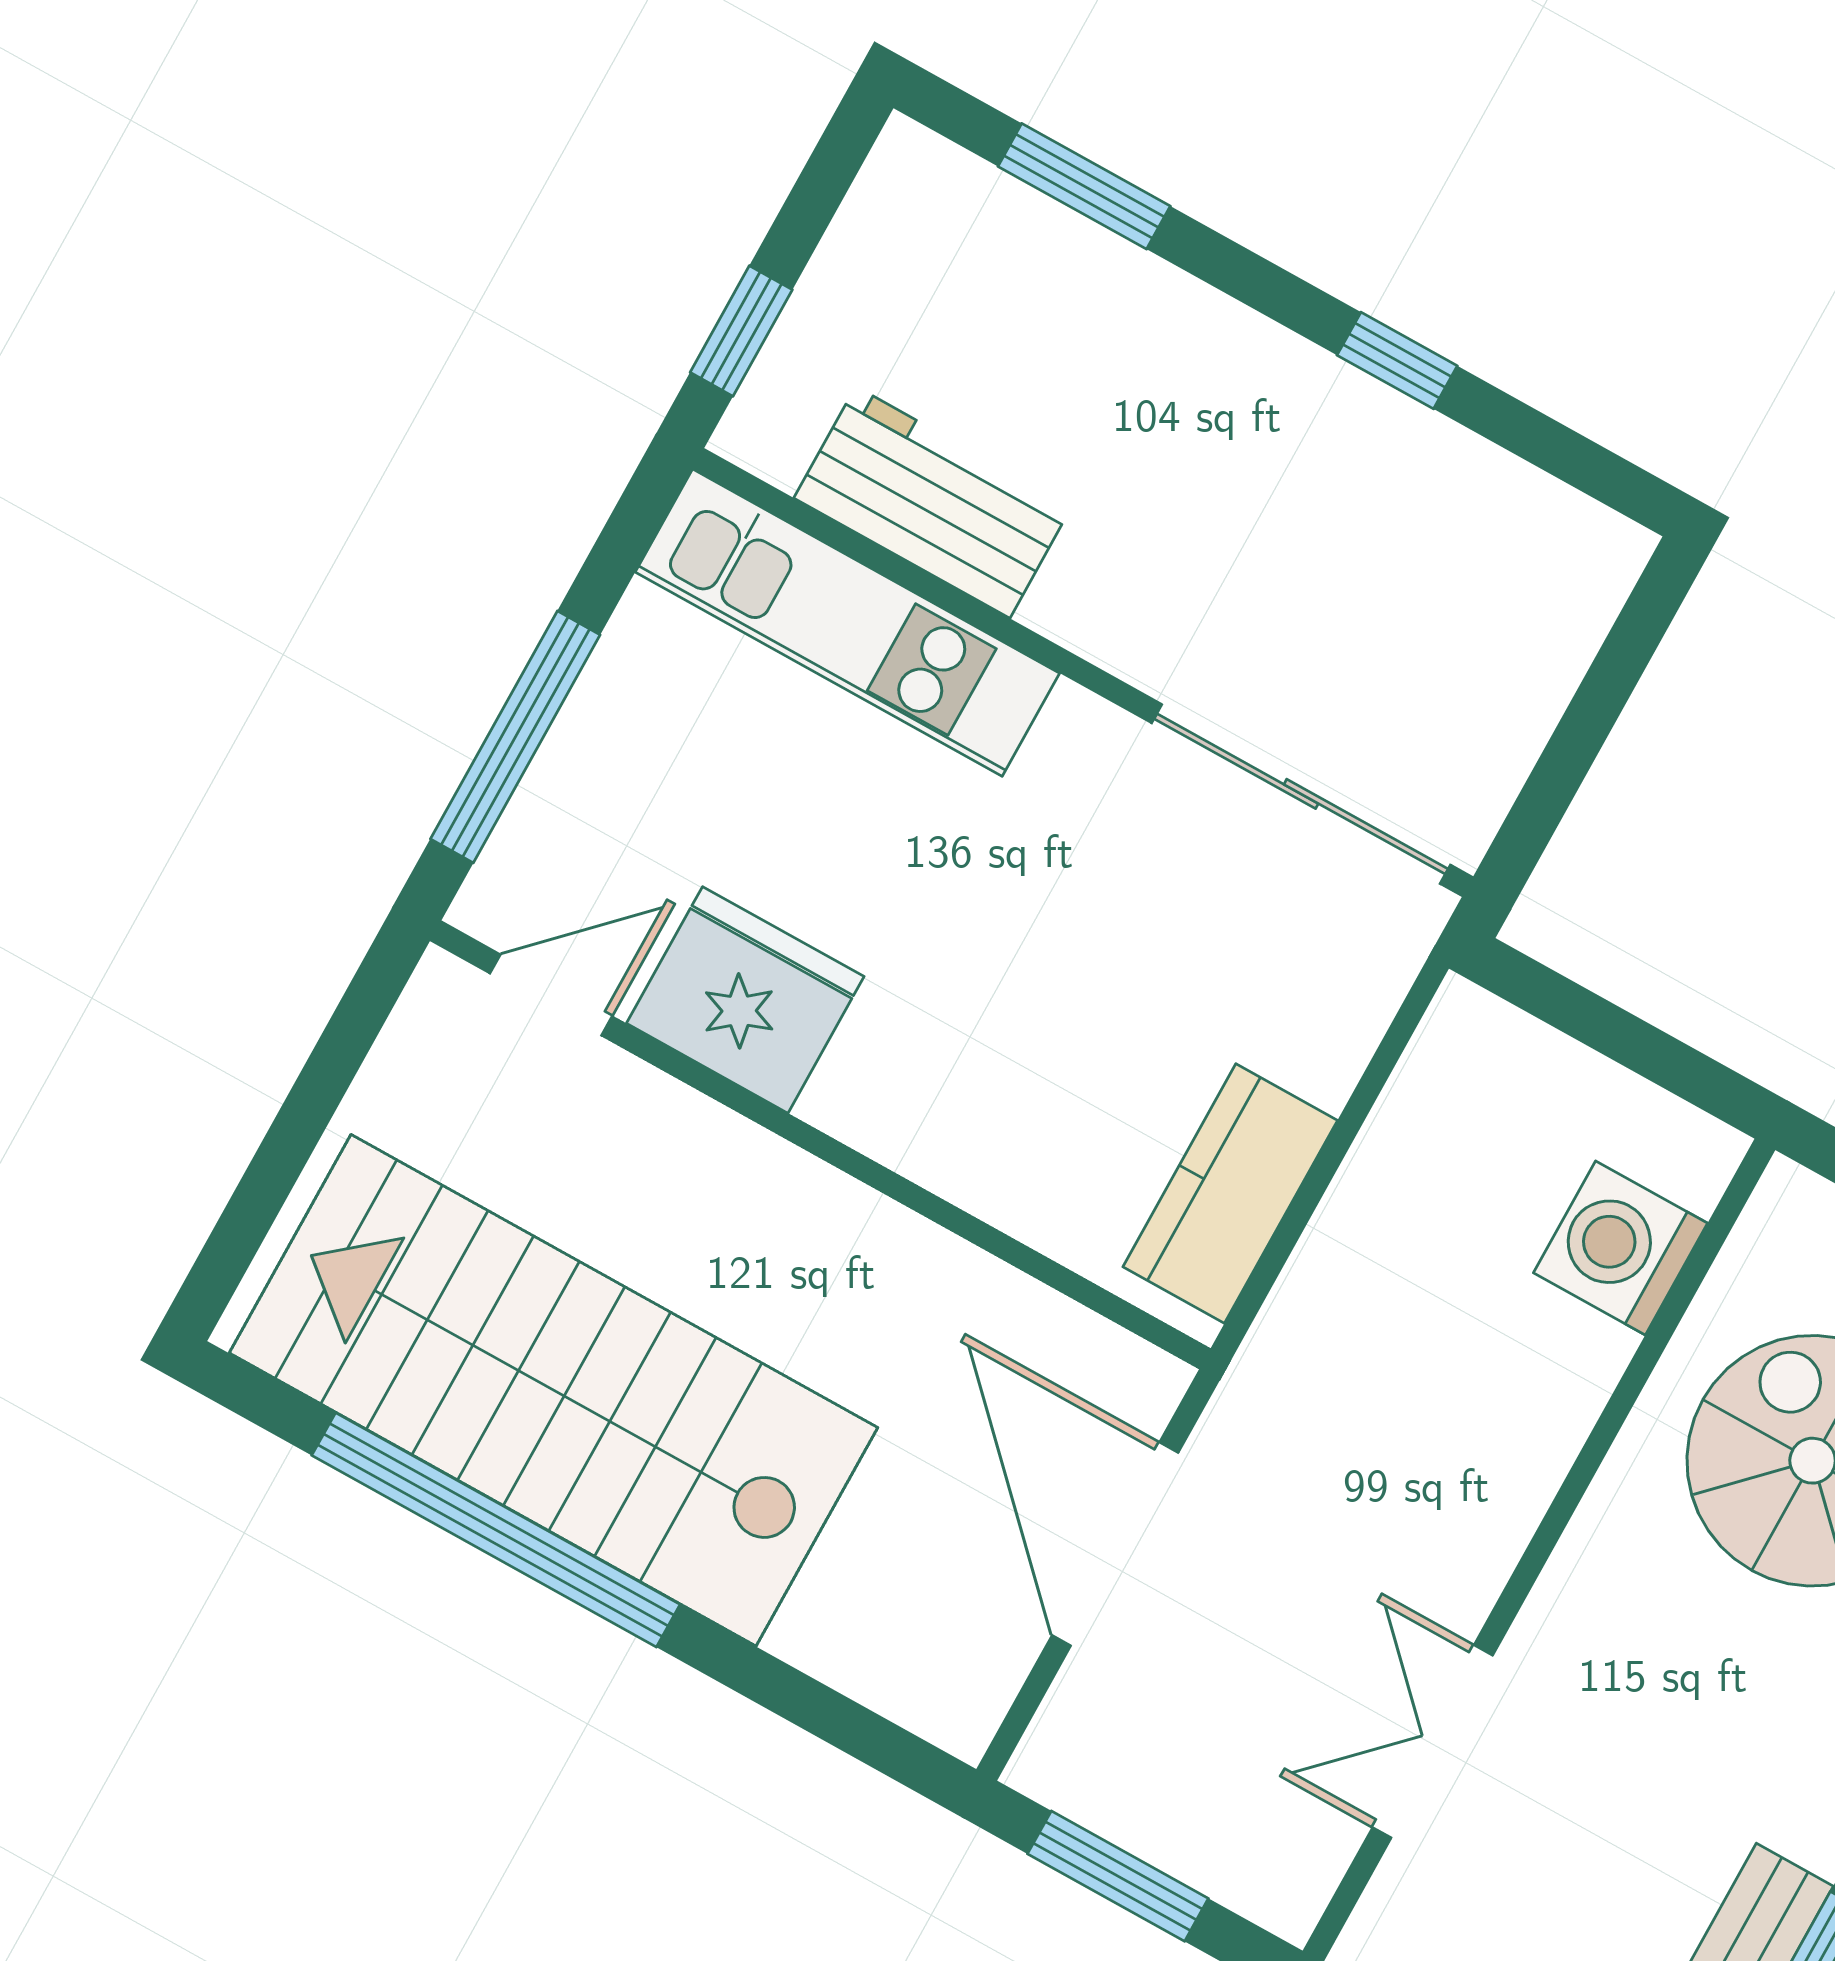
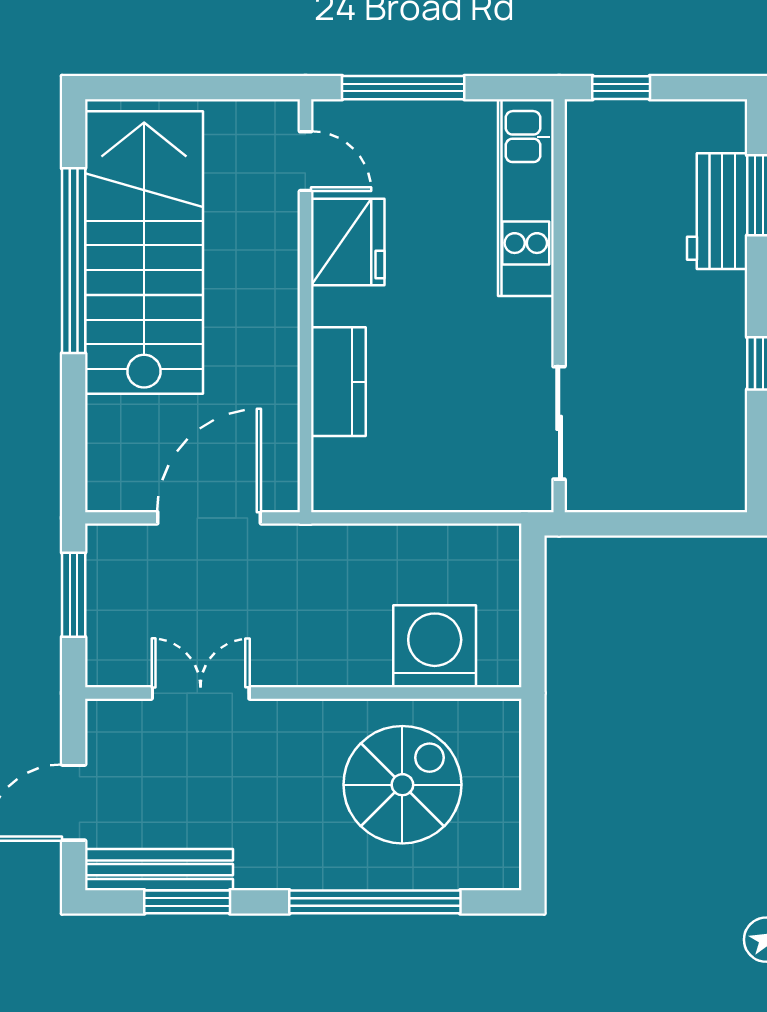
workbench: (933, 502) -> (717, 211), moved, turned 180
sliding door: (1301, 794) -> (559, 423), width x0.73
kitchen counter: (1230, 1194) -> (338, 382), moved, turned 90
washing machine: (1620, 1248) -> (435, 646), width x1.37, depth x1.37

